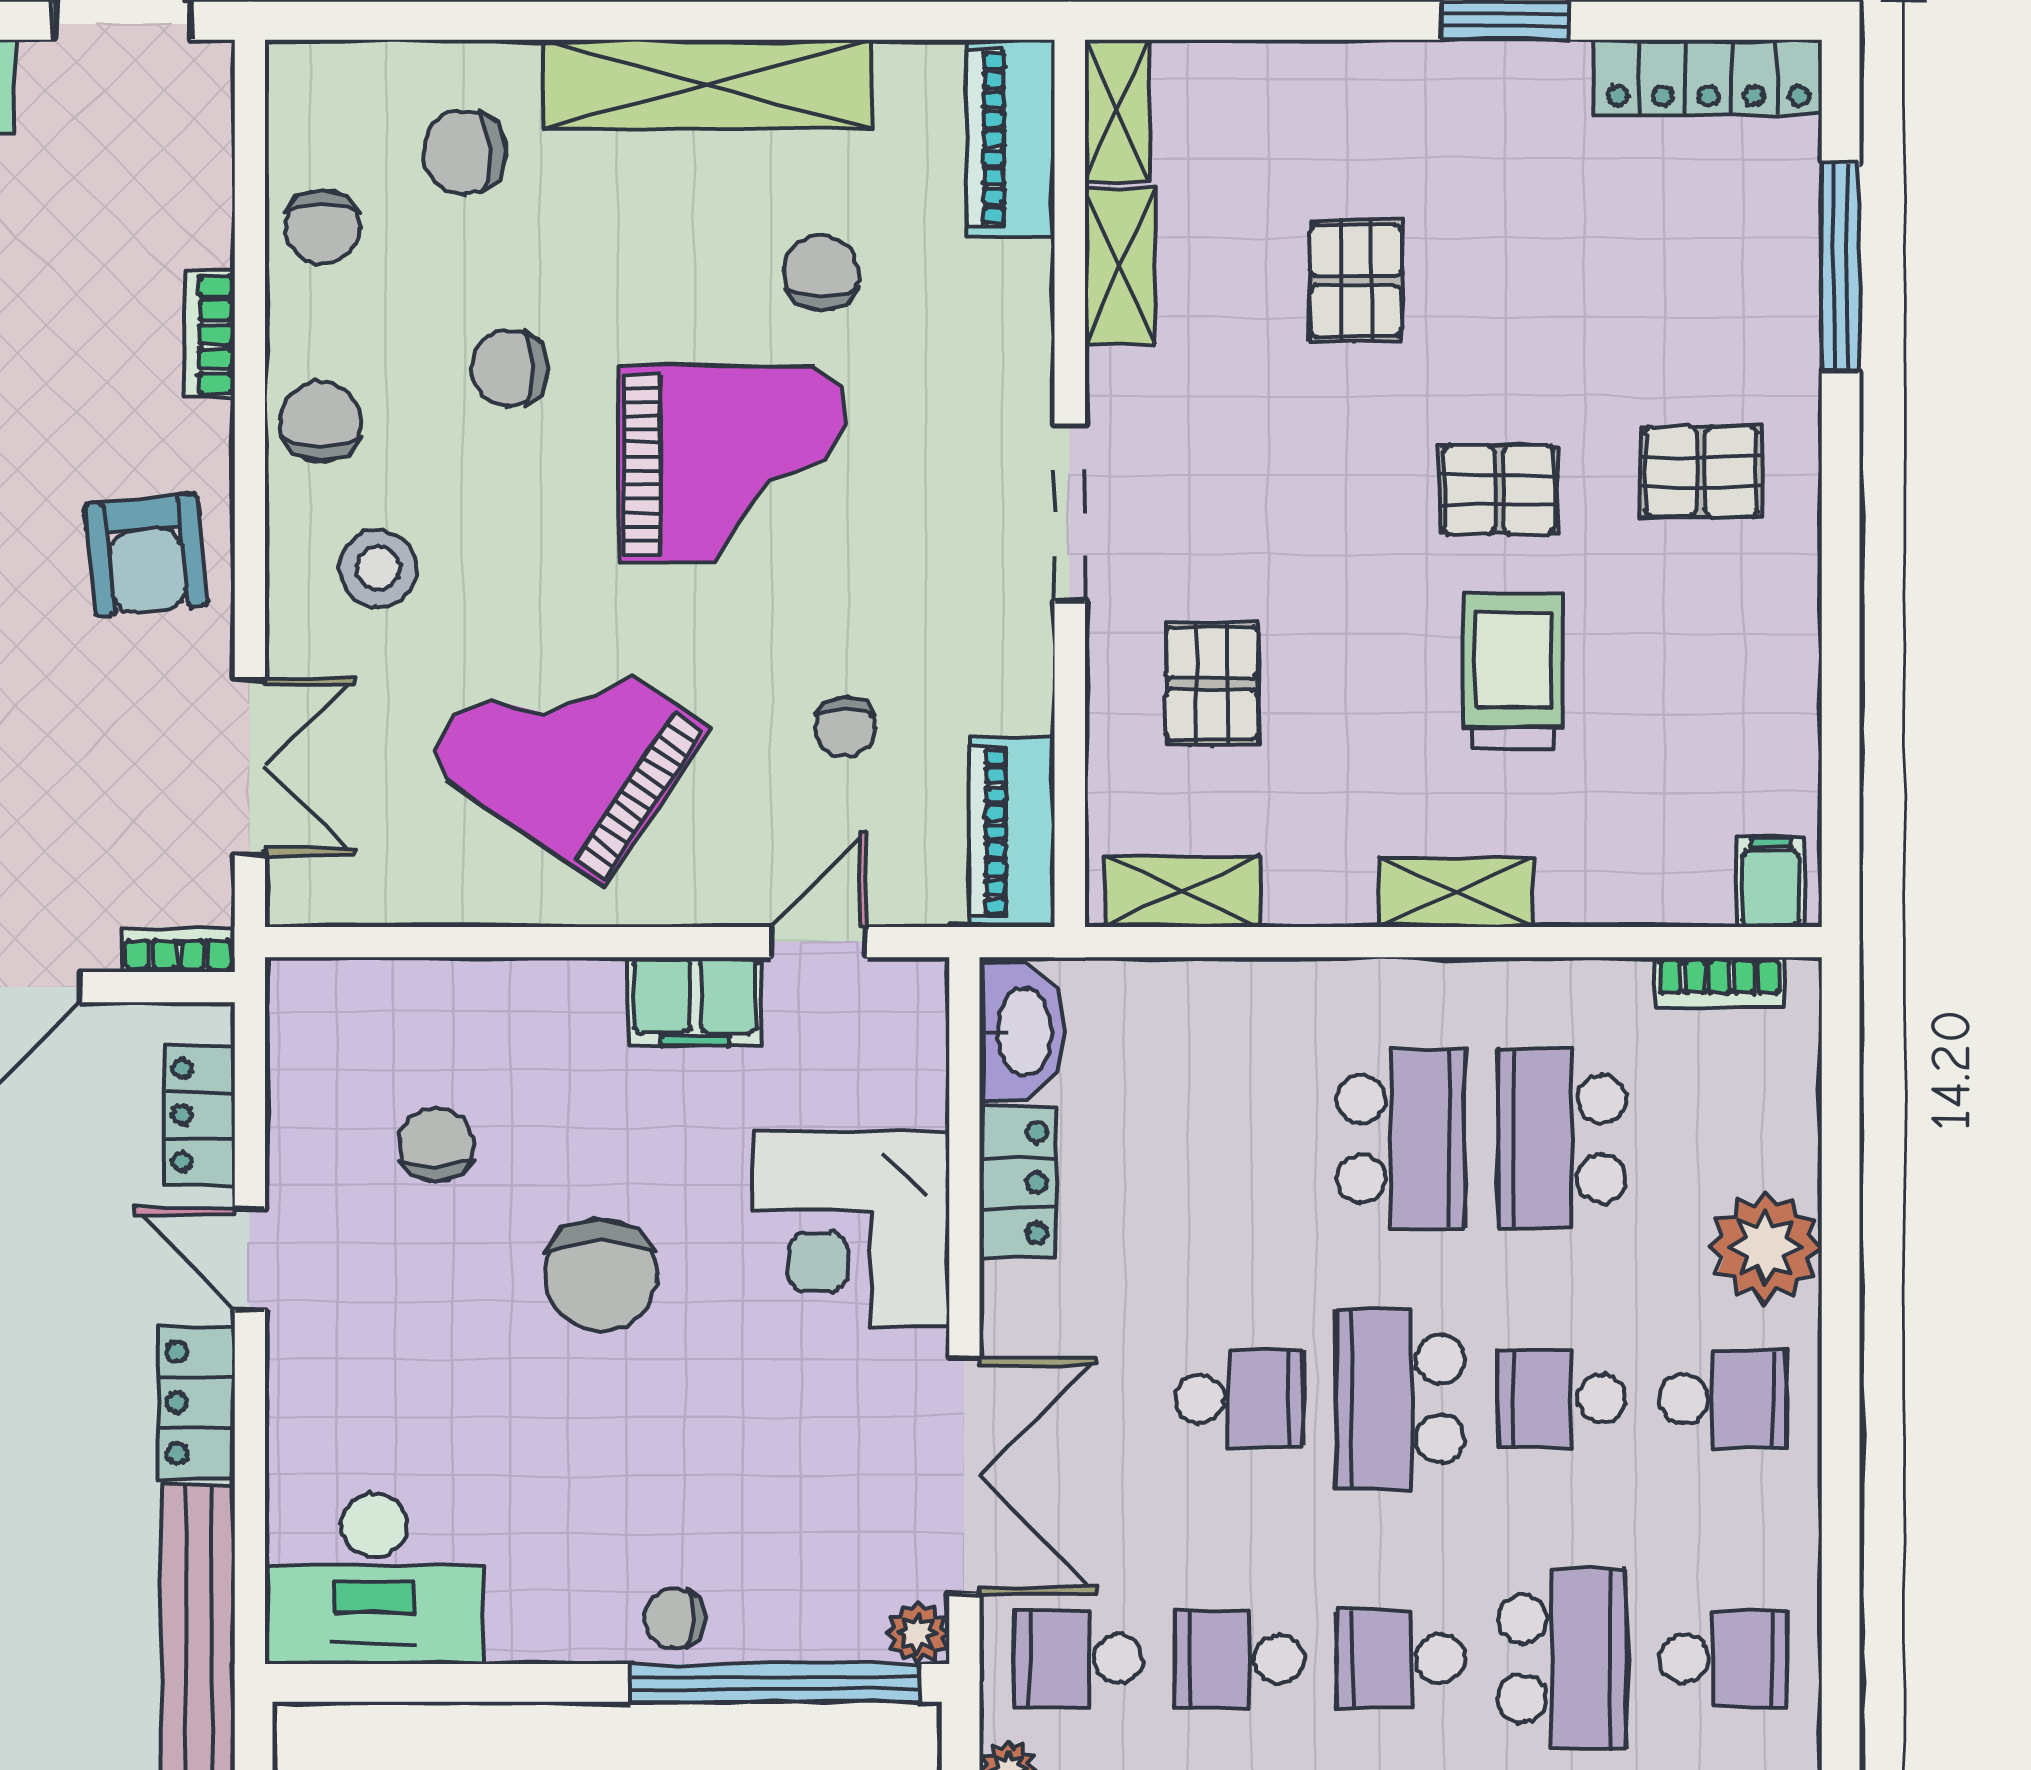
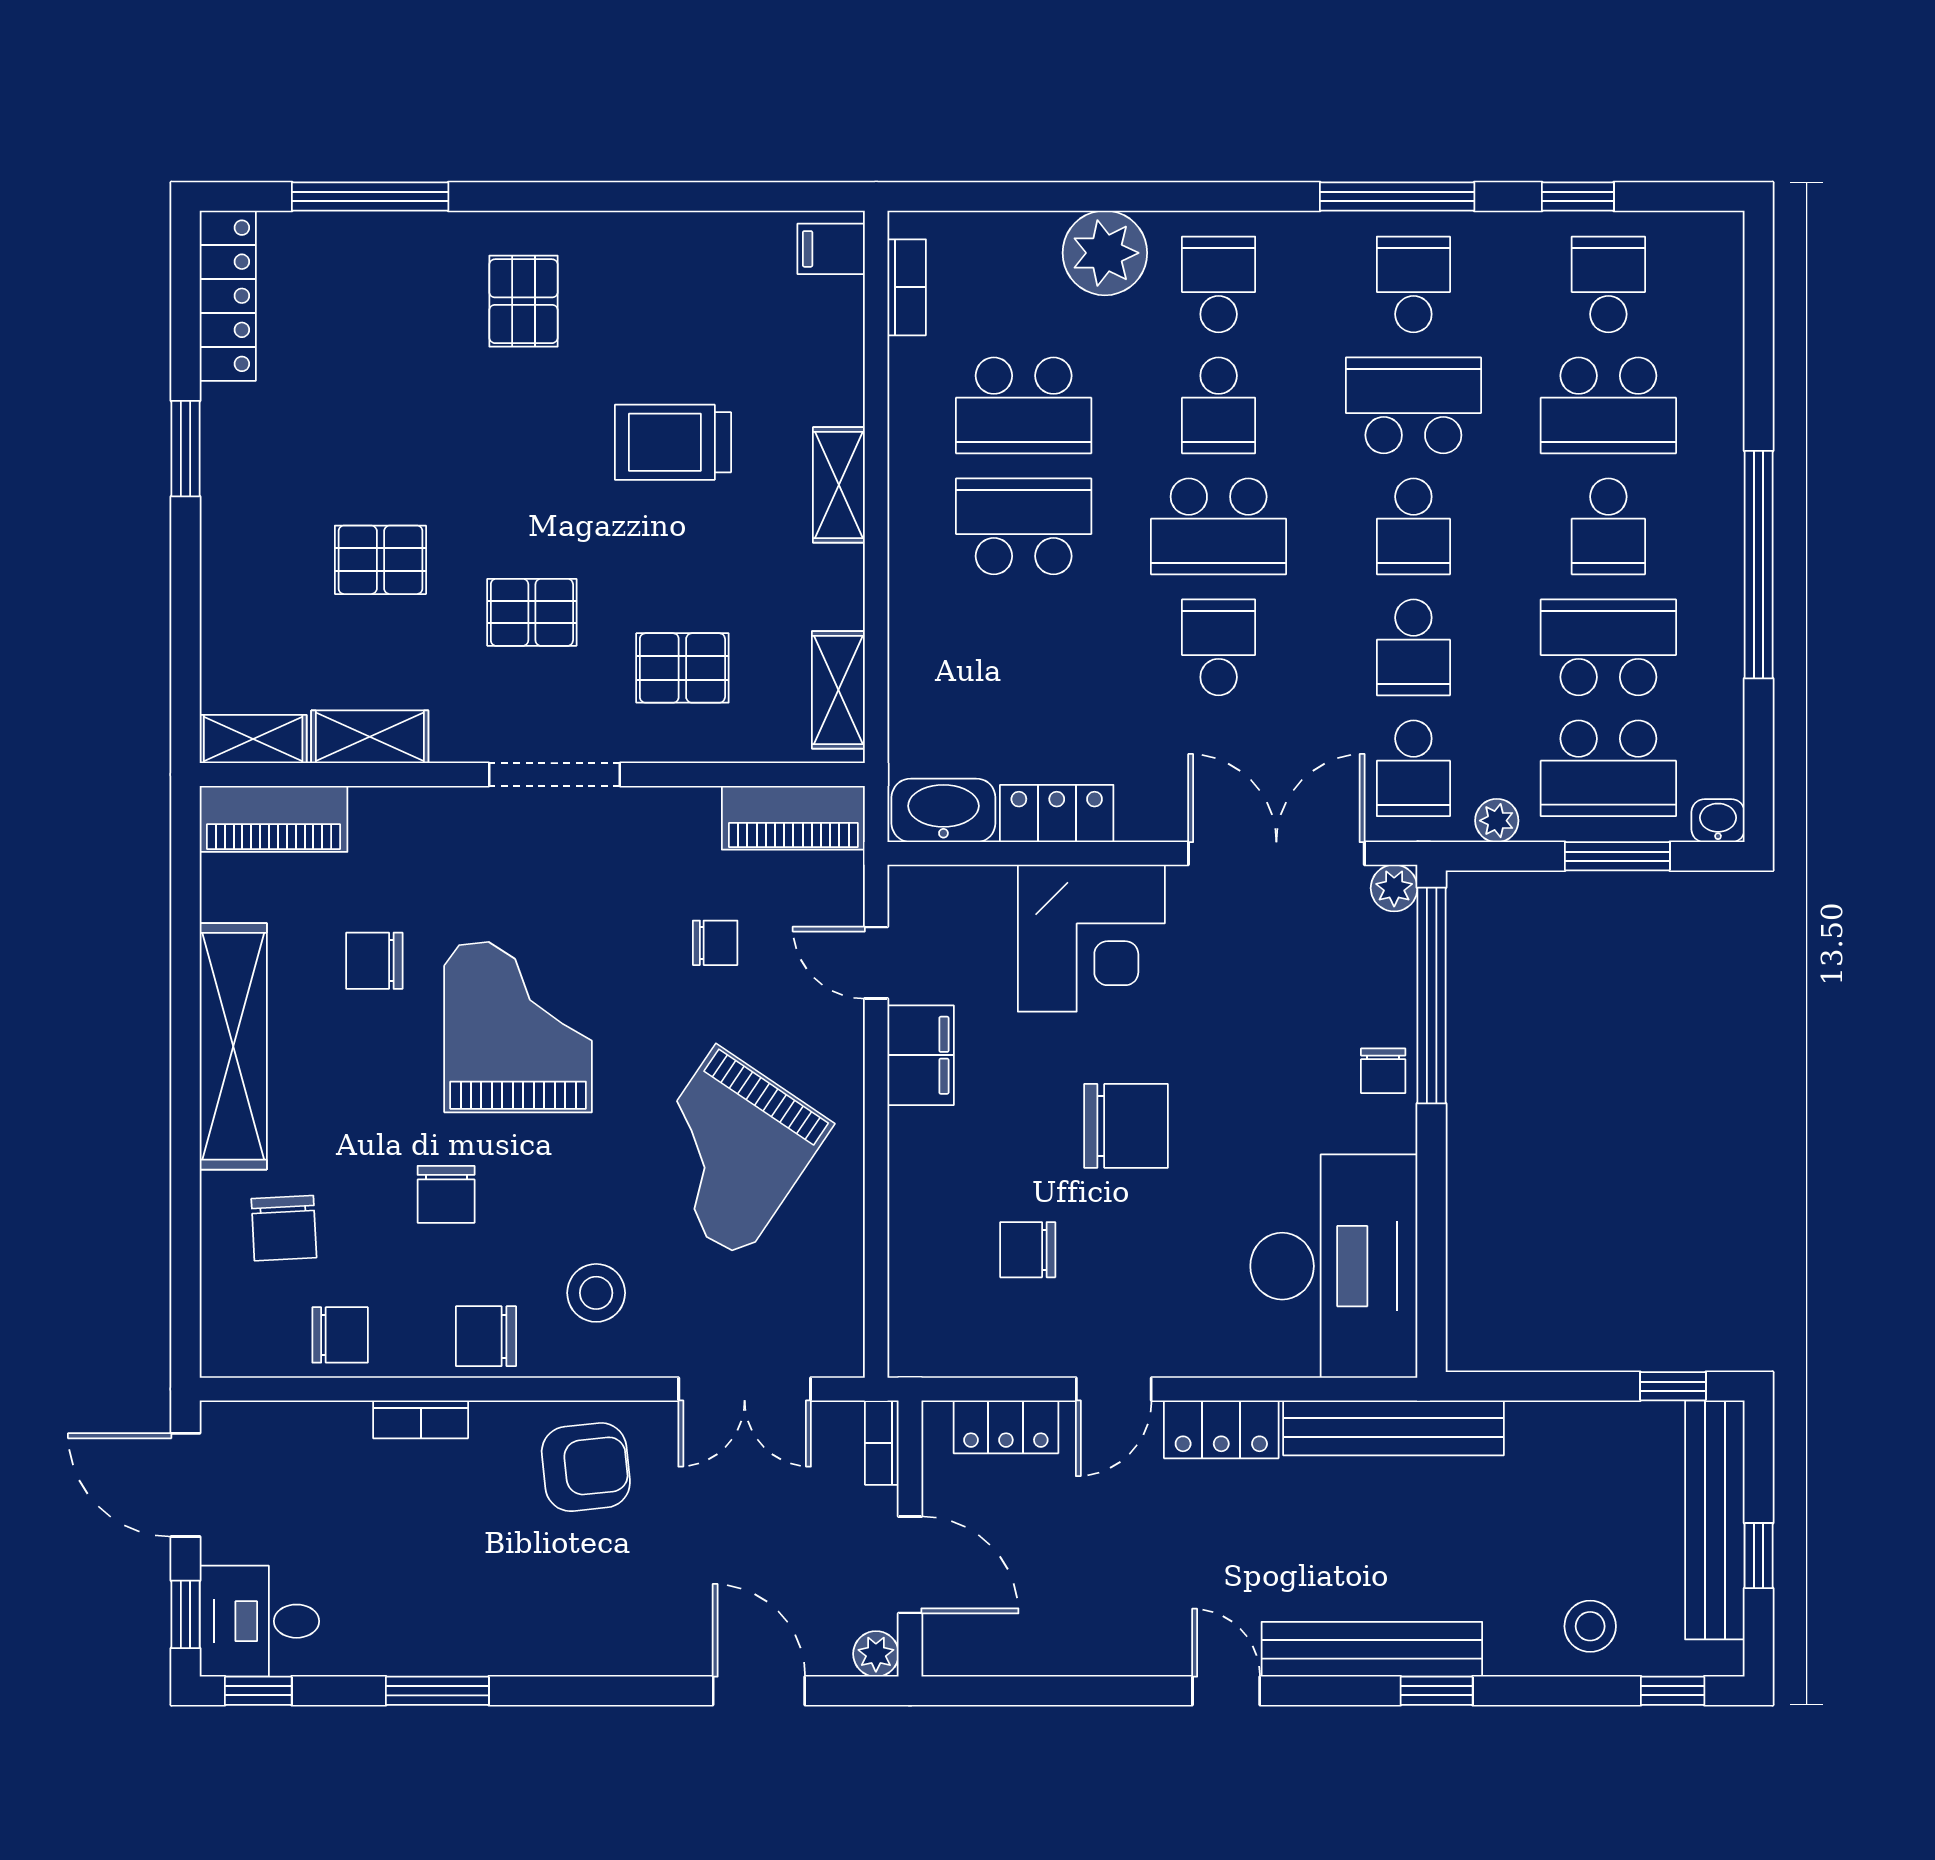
pallet: (1499, 490) -> (532, 612), moved, turned 90
double door: (250, 767) -> (745, 1389), swing flipped
desk: (374, 1578) -> (1334, 1266), width x1.36, depth x1.30
window: (1841, 1637) -> (1397, 197), added

